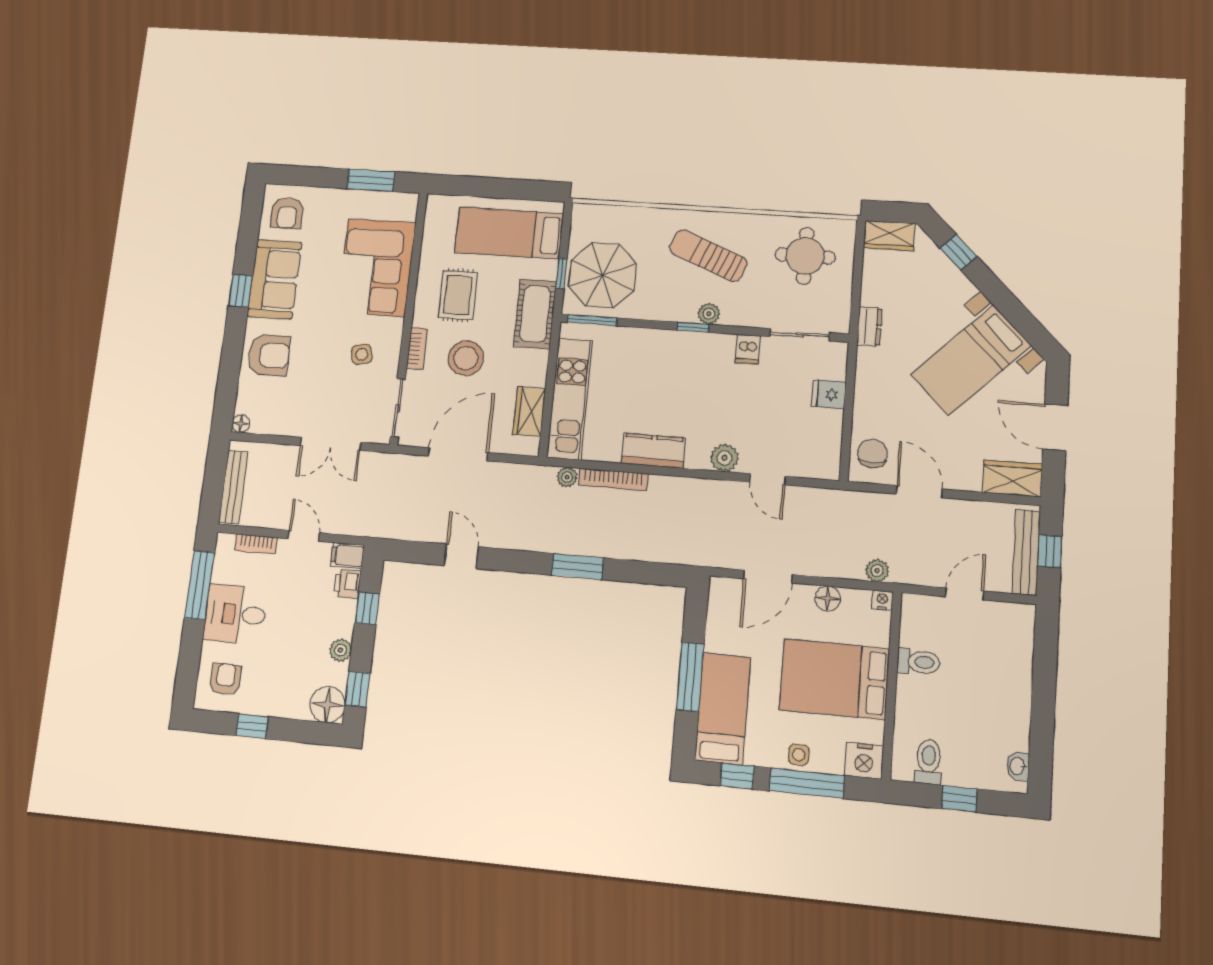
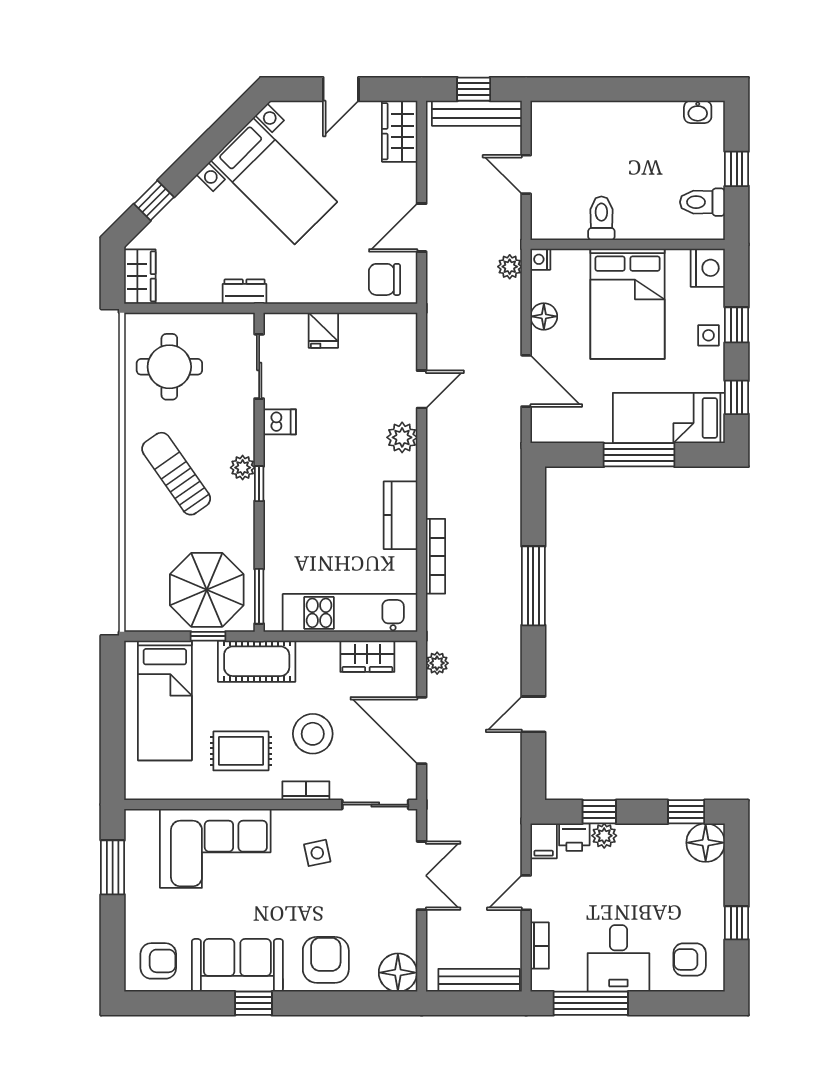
sun lounger: (708, 256) -> (176, 474), turned 123
floor lamp: (241, 424) -> (398, 973), width x1.89, depth x1.89
door: (1055, 427) -> (341, 89), width x0.73
plant: (567, 477) -> (437, 663), moved
window: (578, 567) -> (533, 586), width x1.44
plant: (340, 650) -> (604, 836), moved
window: (807, 783) -> (737, 325), width x0.46

